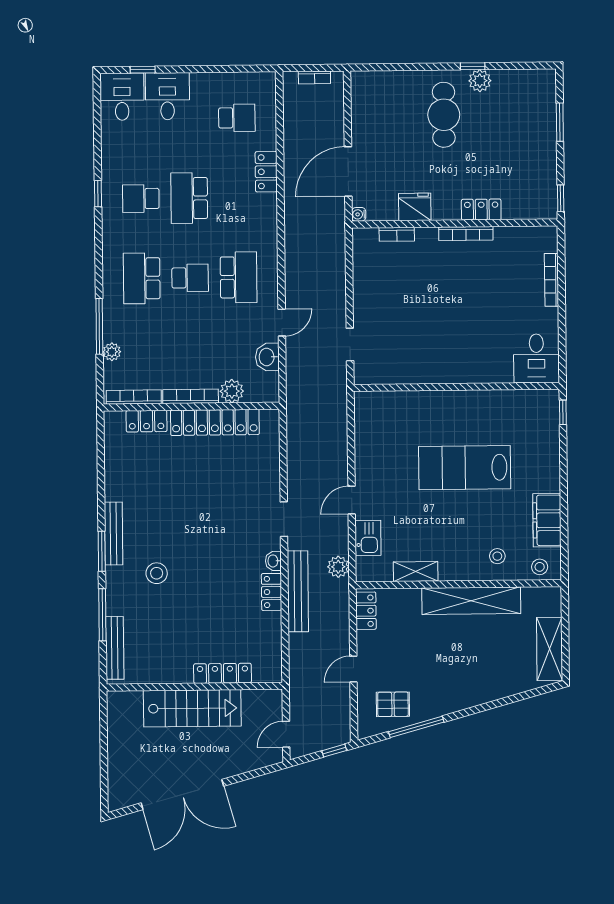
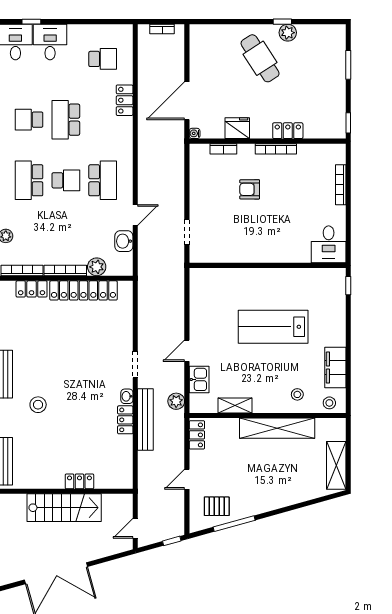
cafe table: (444, 115) -> (260, 58), turned -33
armchair: (432, 287) -> (250, 189), added
locker: (222, 673) -> (79, 481), width x0.66

